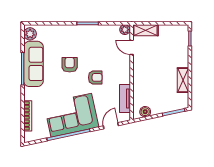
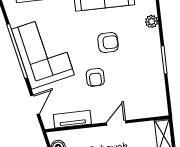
plant: (125, 30) -> (152, 21), moved
door: (132, 47) -> (116, 123), moved
door: (111, 126) -> (35, 105), hinge flipped

